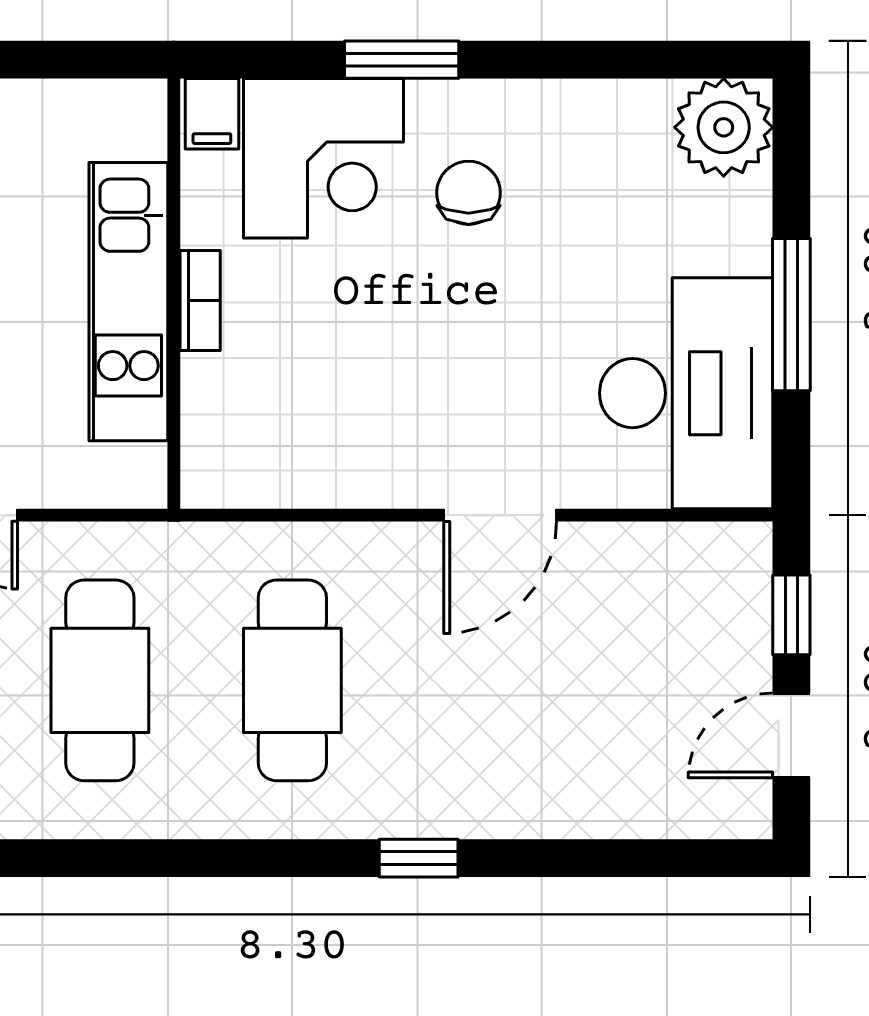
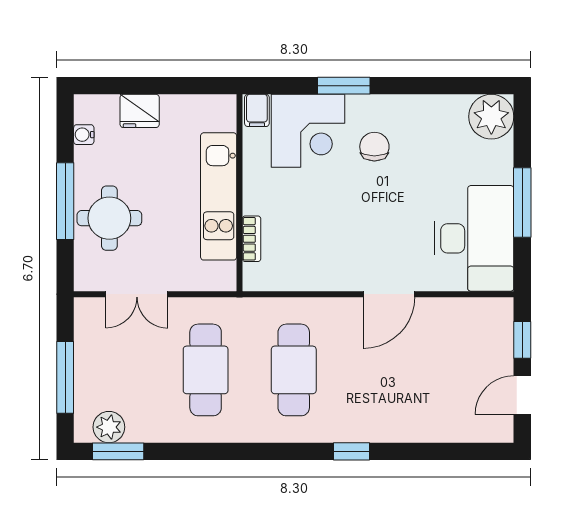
bookcase: (200, 300) -> (251, 239), moved

